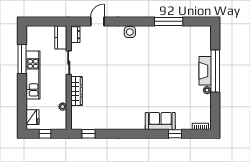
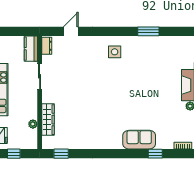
window: (169, 21) -> (148, 31), width x0.69
side table: (130, 32) -> (115, 52), moved
wardrobe: (76, 91) -> (48, 120), moved

